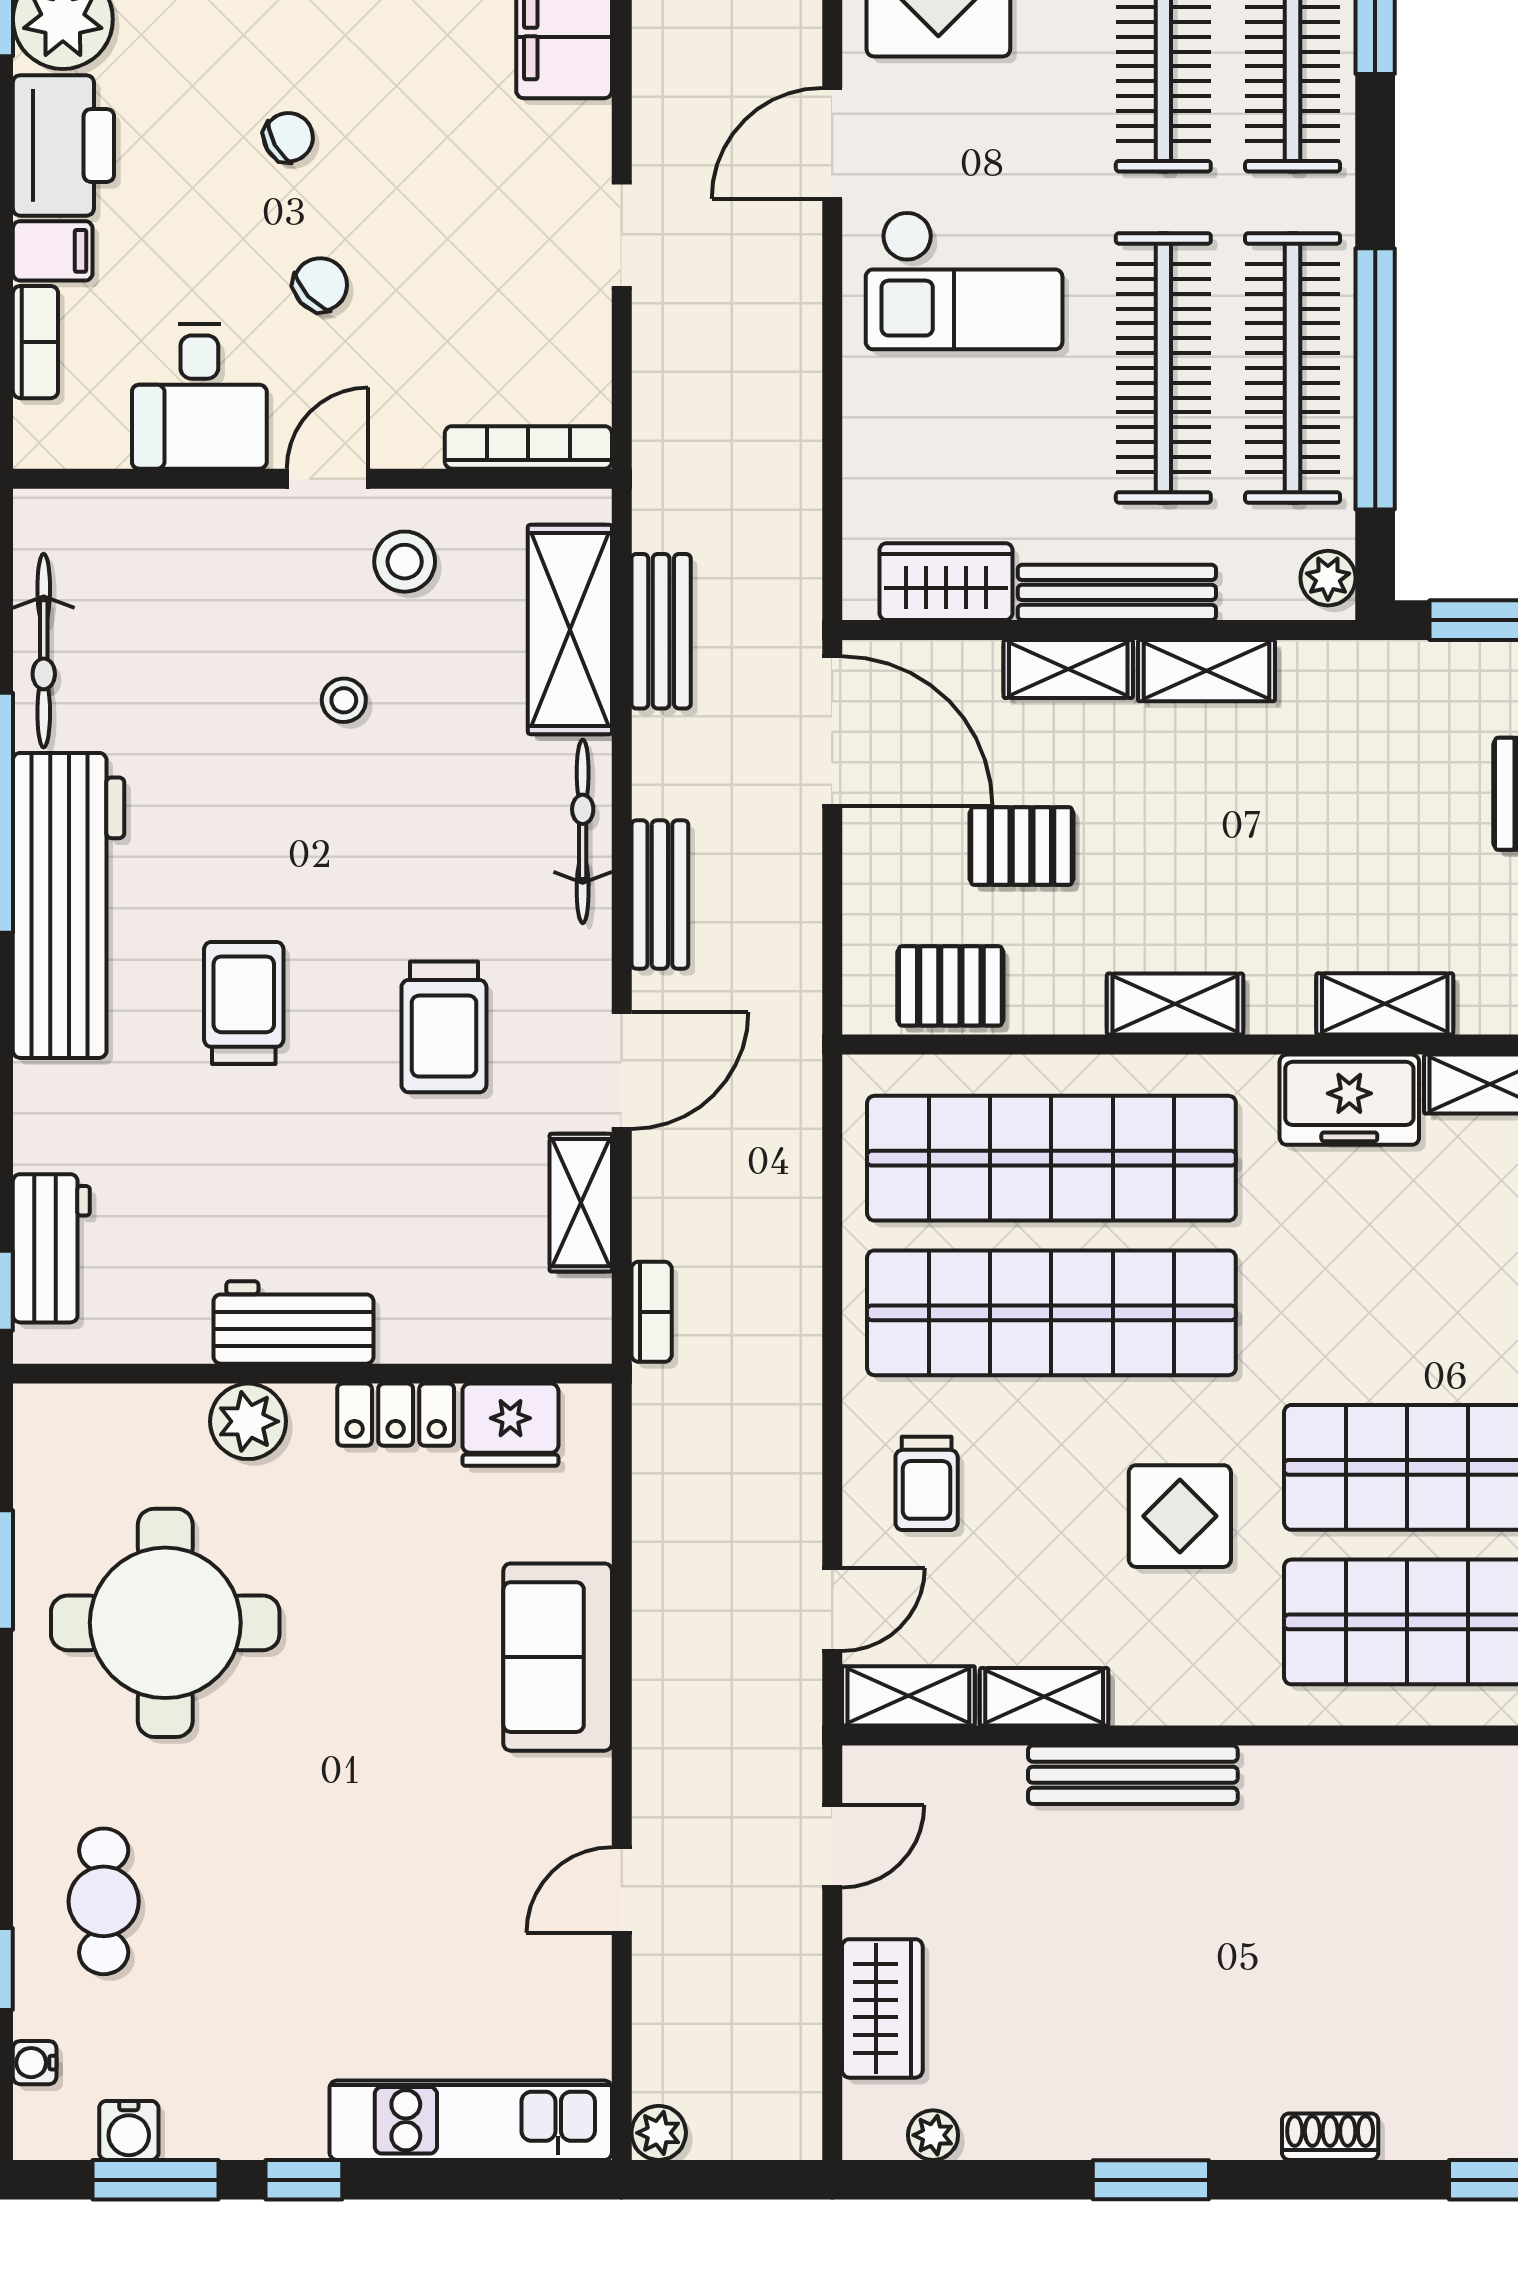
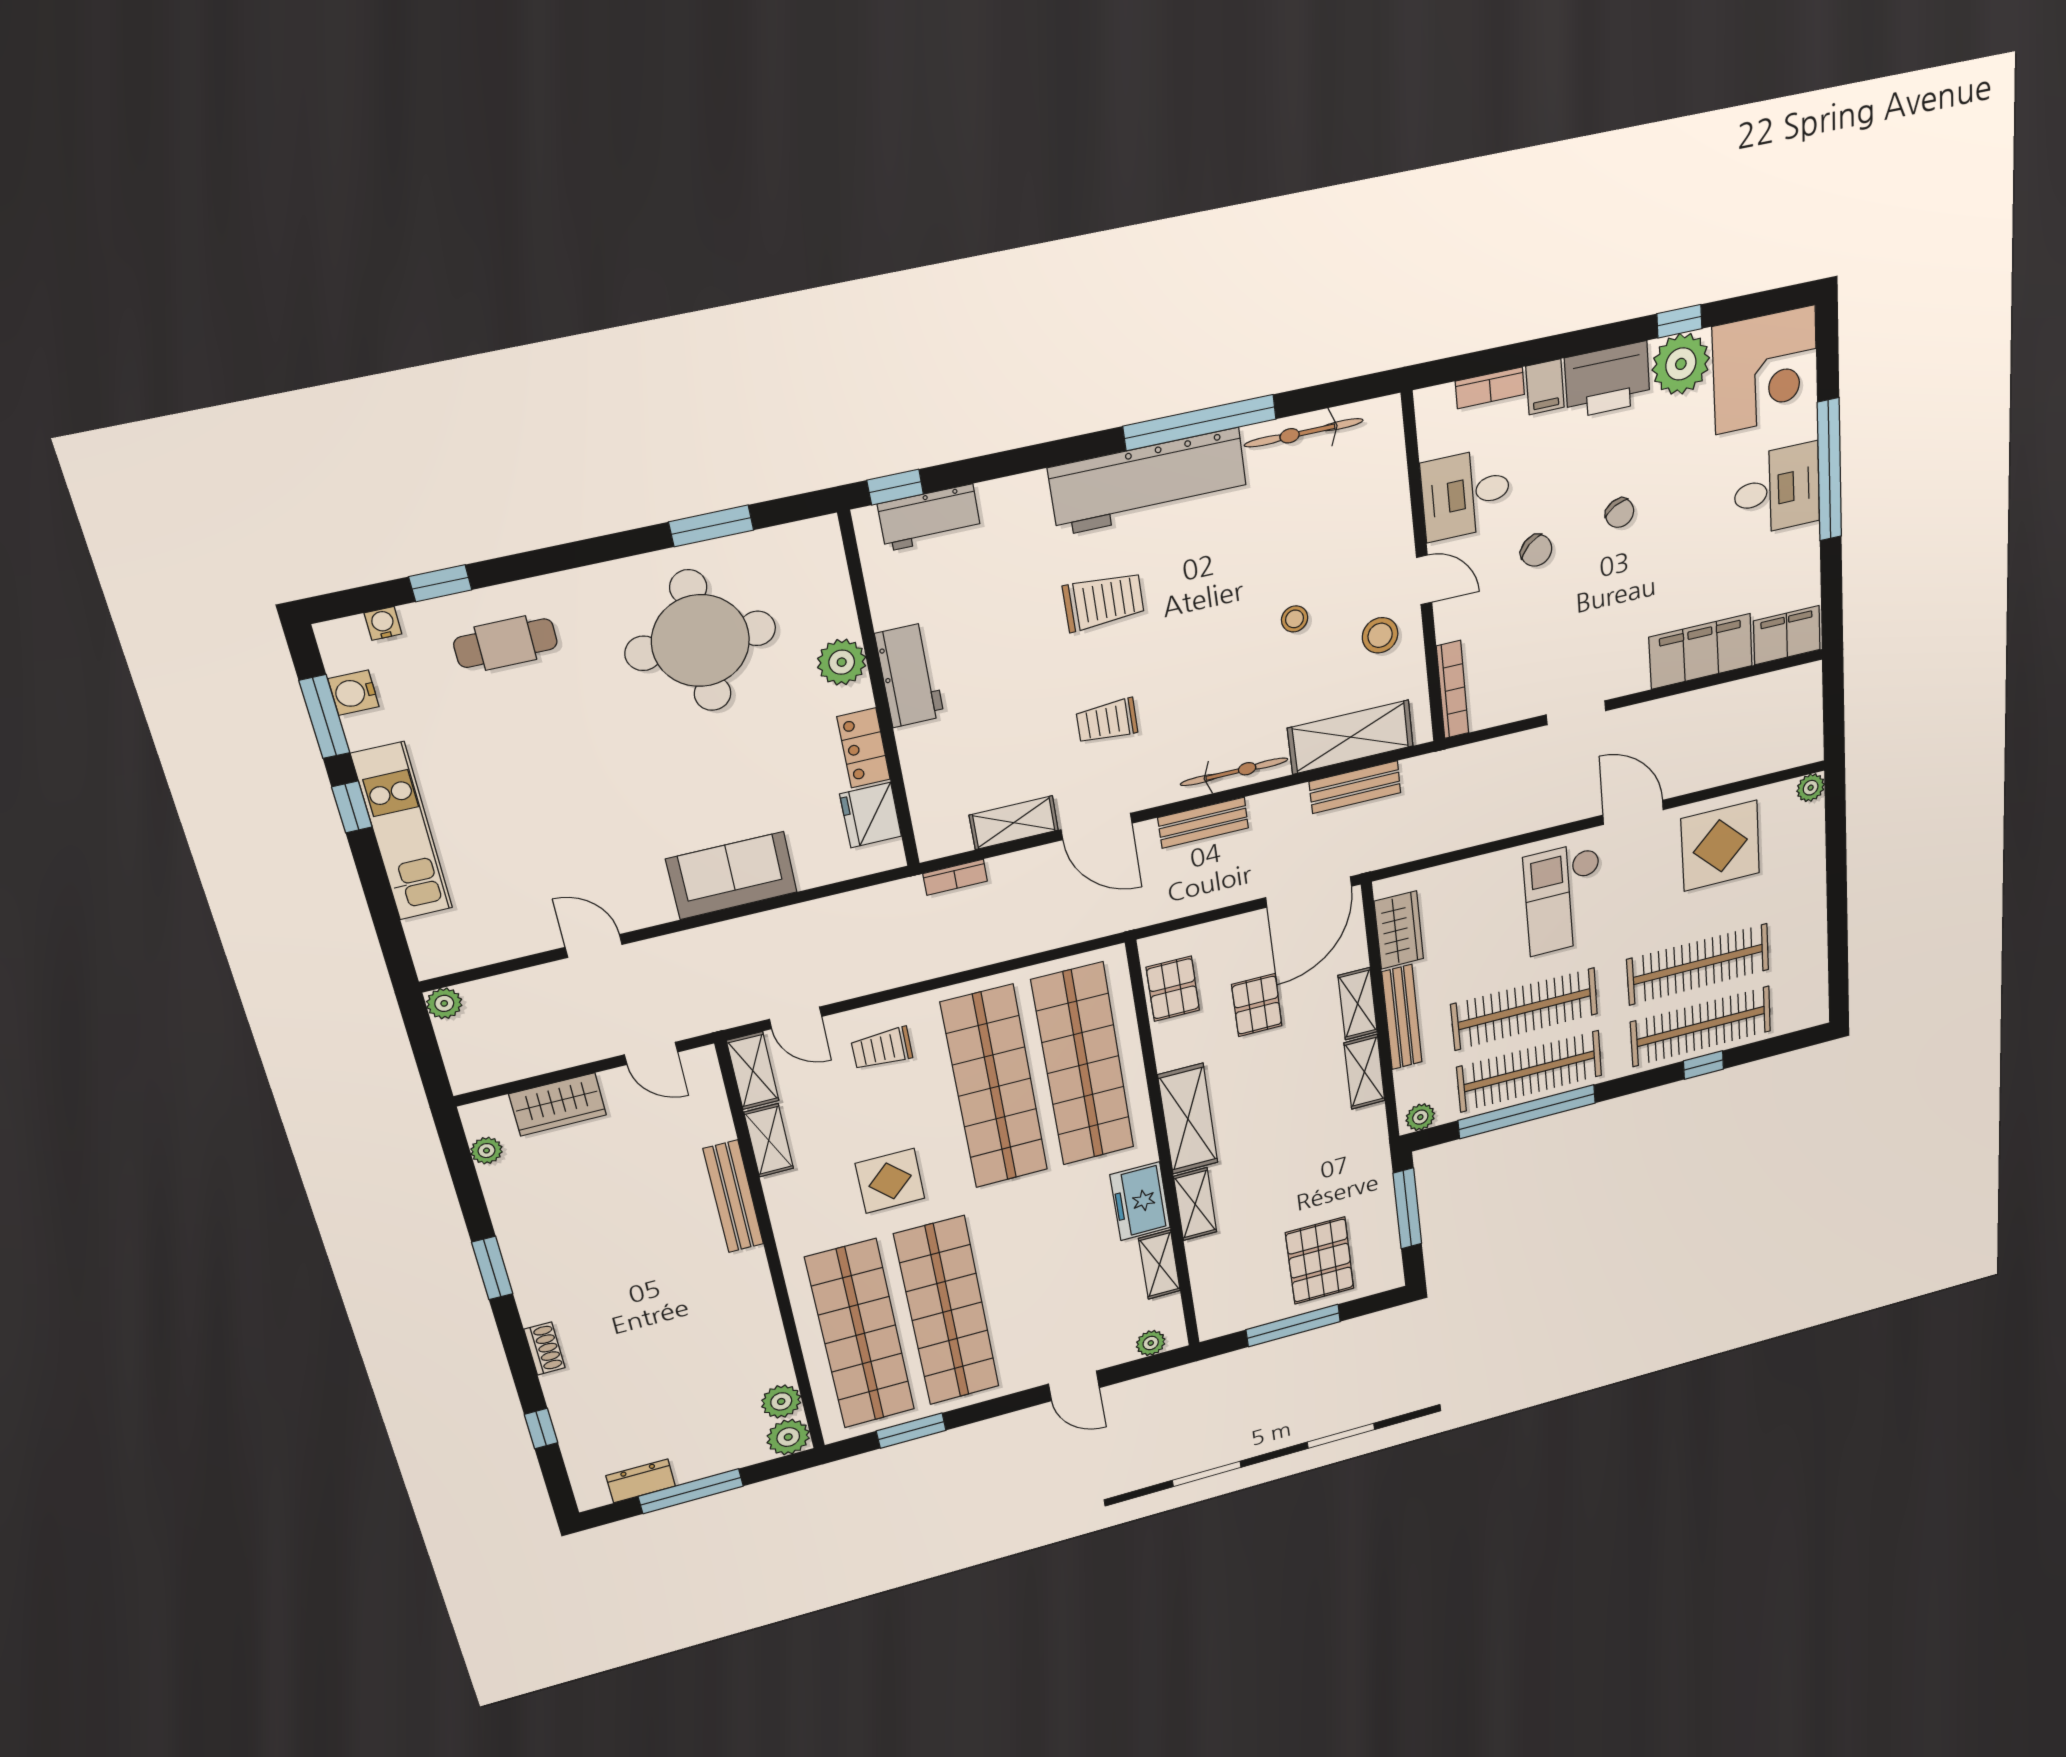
shelving: (1175, 1004) -> (1188, 1119), width x1.50, depth x1.33
trolley: (444, 1027) -> (1107, 721), width x0.73, depth x0.72
kitchen unit: (471, 2120) -> (402, 832), moved

